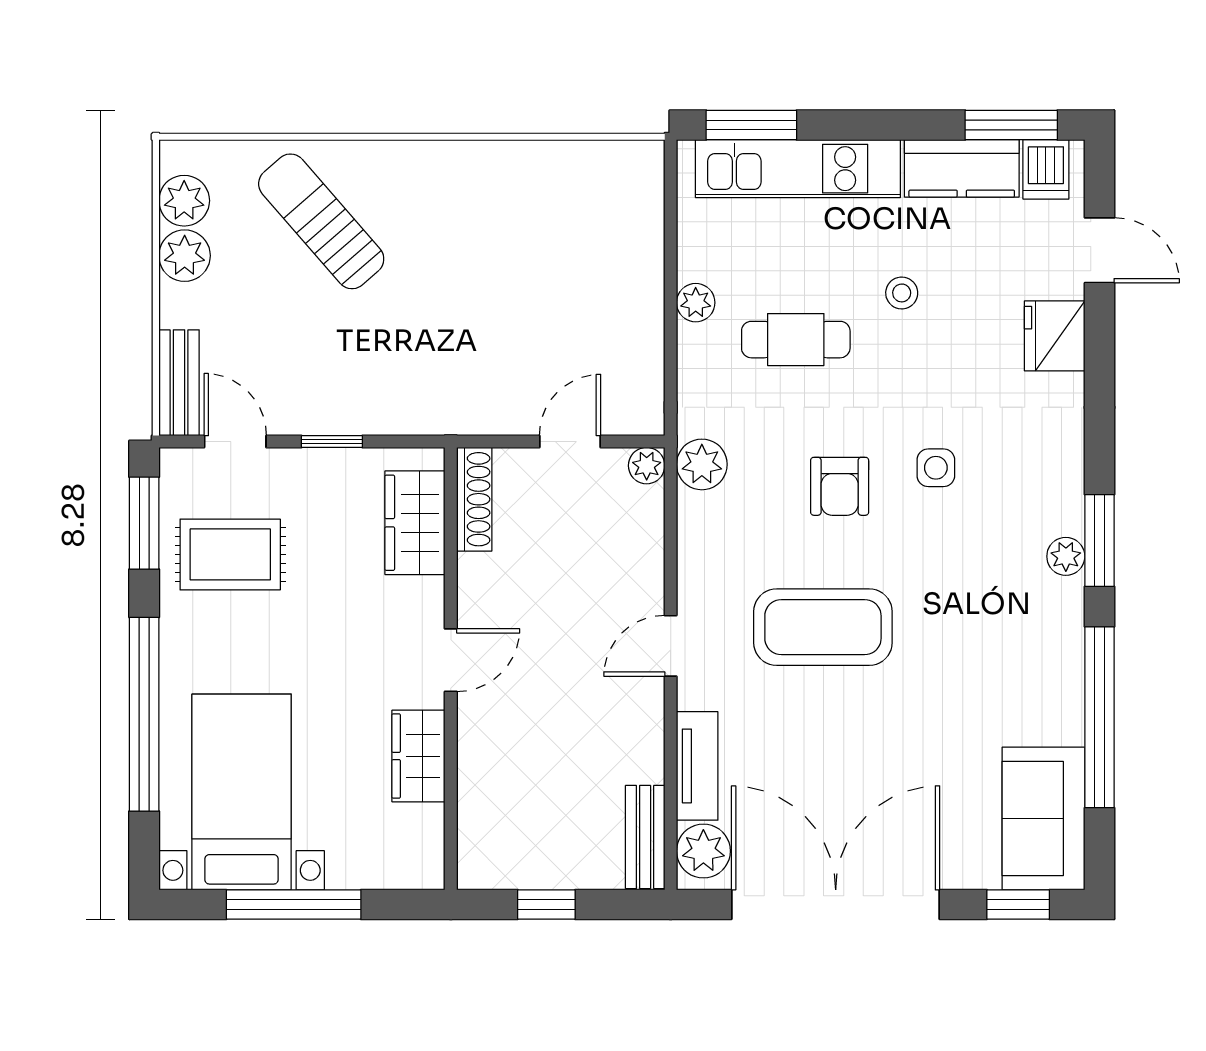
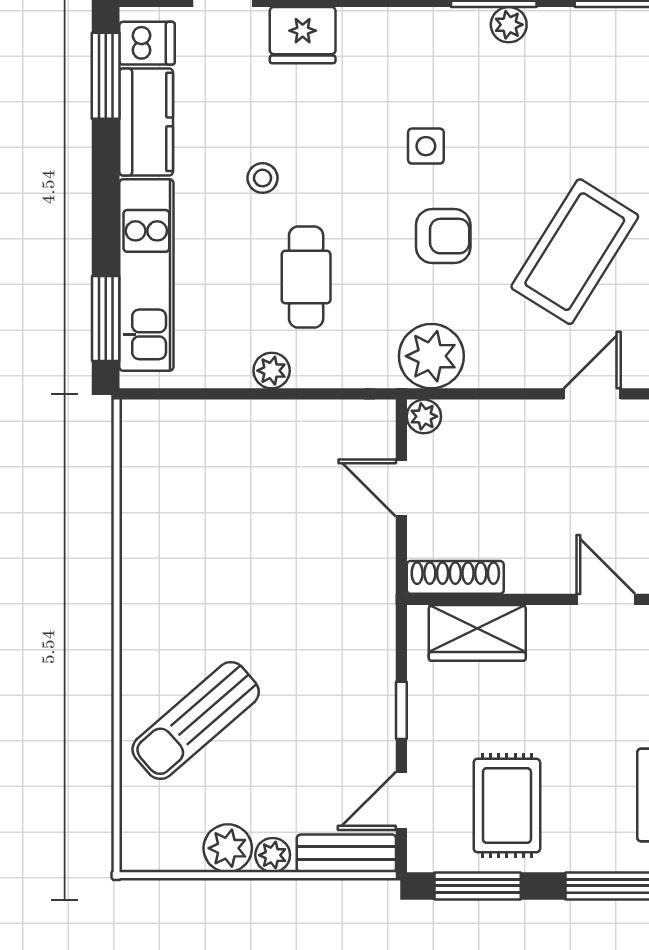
plant: (184, 201) -> (273, 855), moved, width x0.73, depth x0.73
plant: (702, 464) -> (431, 356), width x1.36, depth x1.36
coffee table: (823, 627) -> (575, 252), turned 32
door: (671, 646) -> (592, 394), swing flipped

